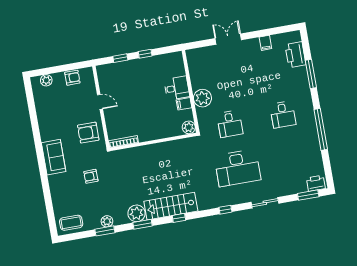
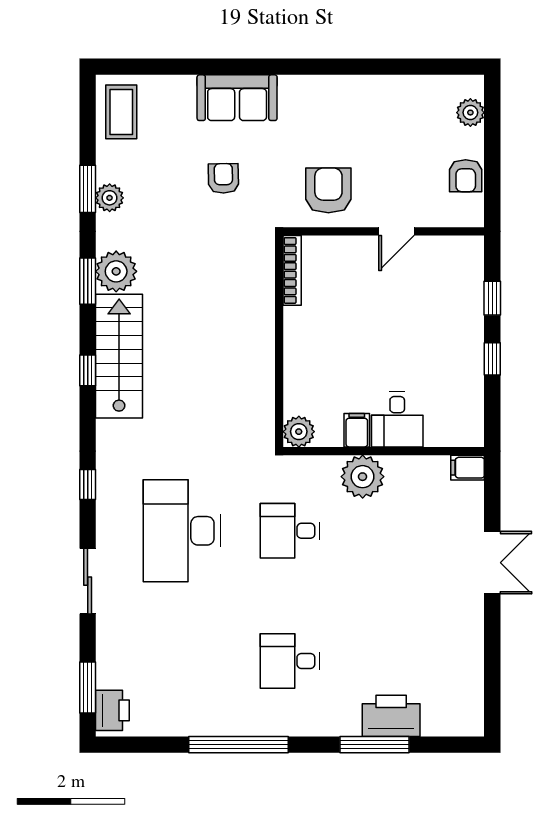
filing cabinet: (265, 43) -> (468, 468), moved
printer: (295, 55) -> (391, 716), moved
sofa: (54, 157) -> (237, 98), moved

